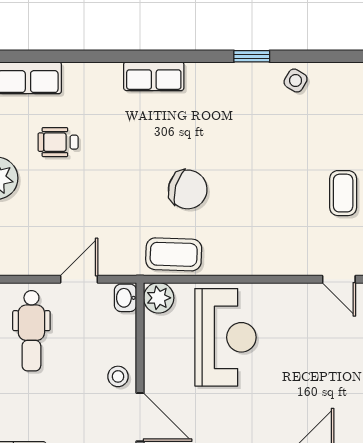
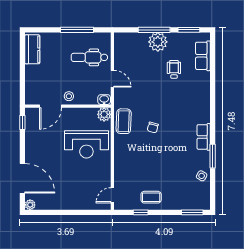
window: (252, 56) -> (213, 156), width x1.50
row of seats: (154, 76) -> (204, 137), moved
chair: (188, 189) -> (153, 127), width x0.54, depth x0.54

